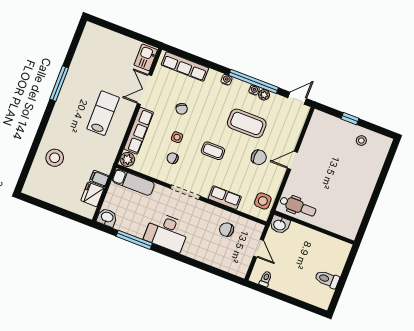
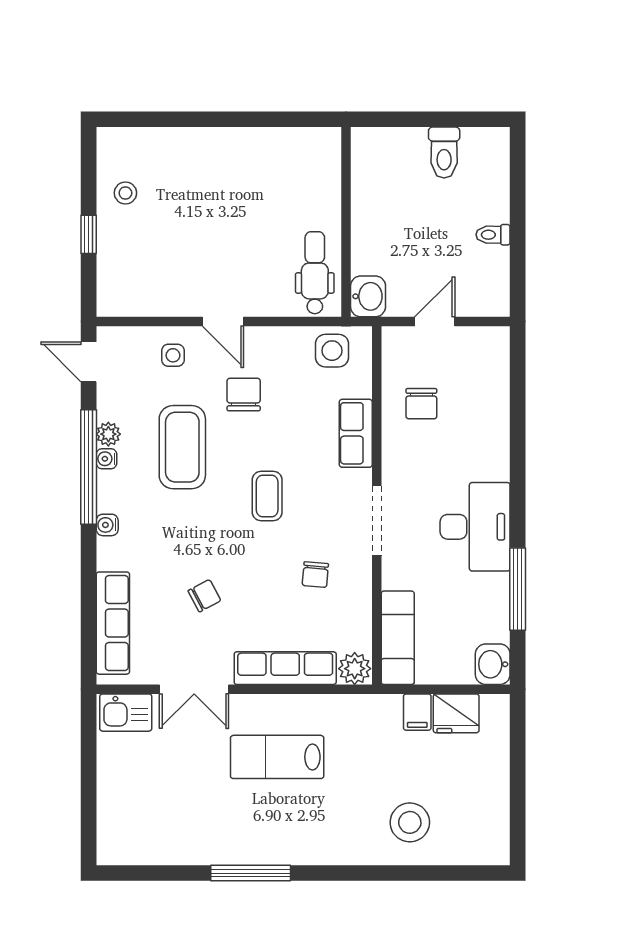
side table: (177, 137) -> (173, 355), moved
toilet: (266, 279) -> (493, 235), moved

